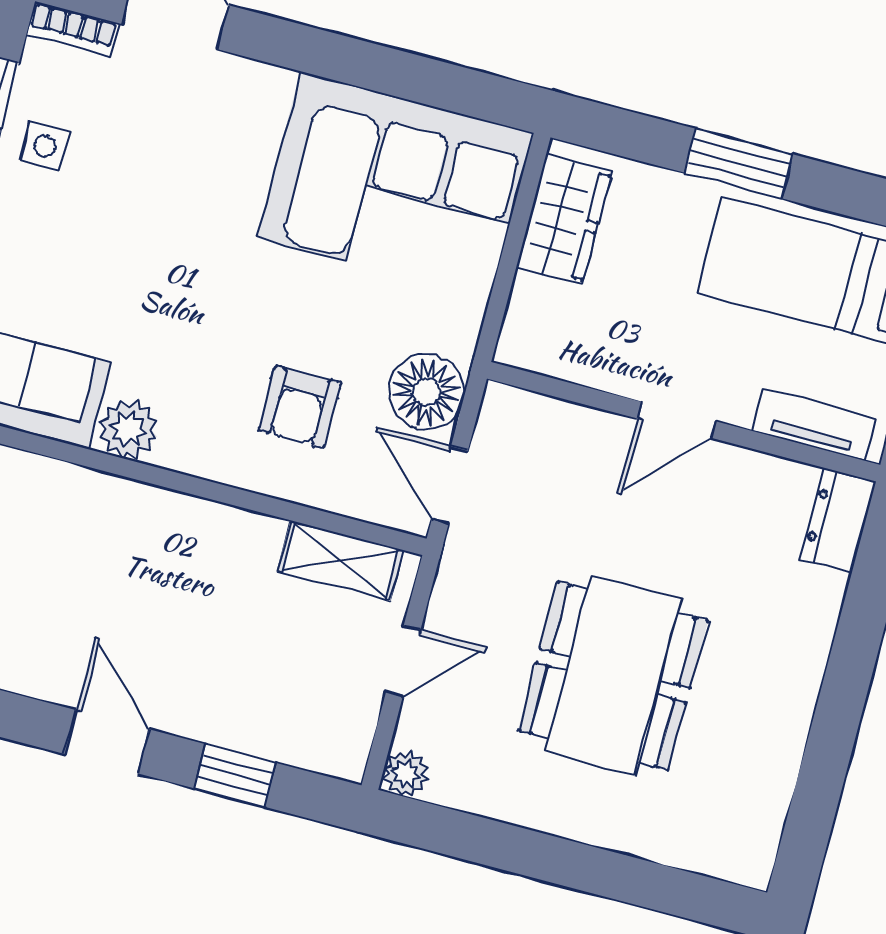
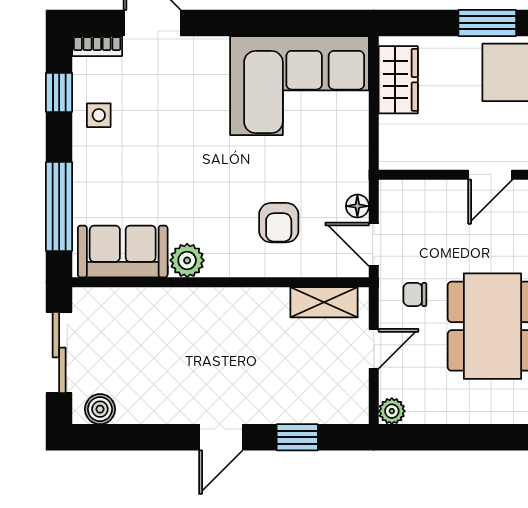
floor lamp: (426, 392) -> (357, 206), width x0.53, depth x0.53
chair: (497, 588) -> (415, 294), added
door: (107, 742) -> (221, 437), swing flipped

